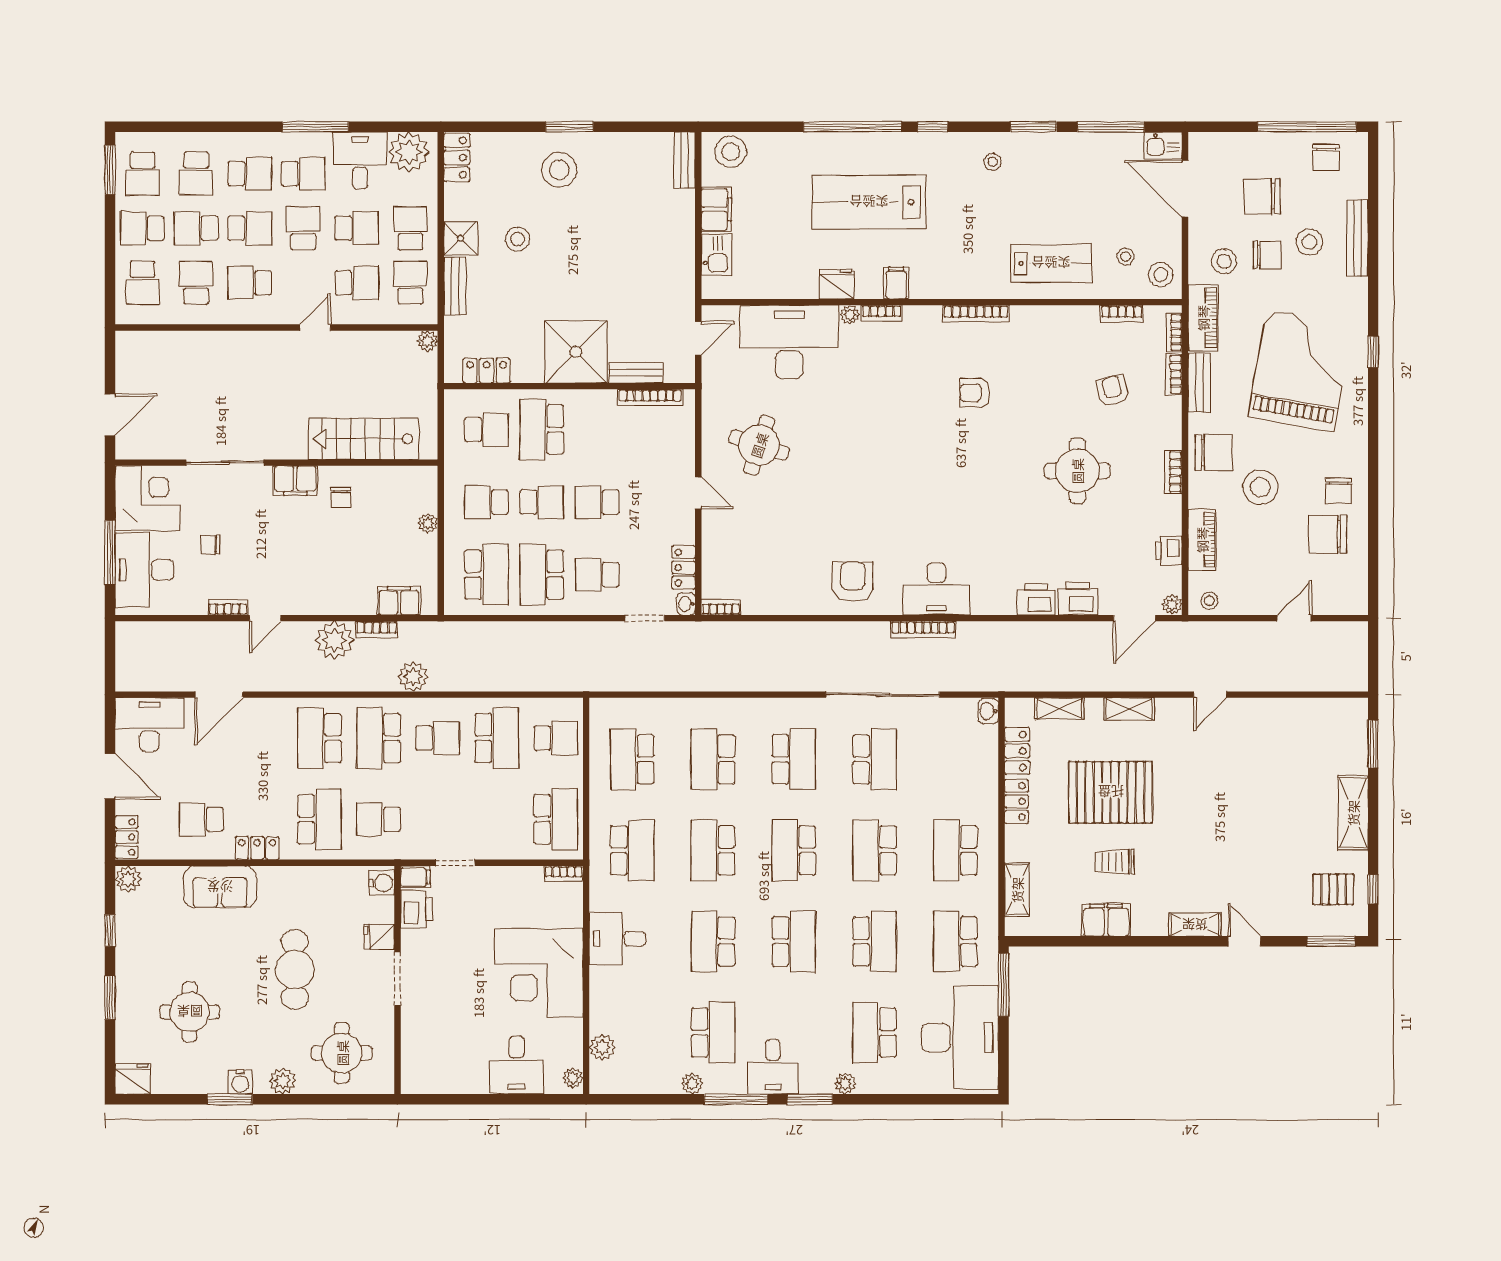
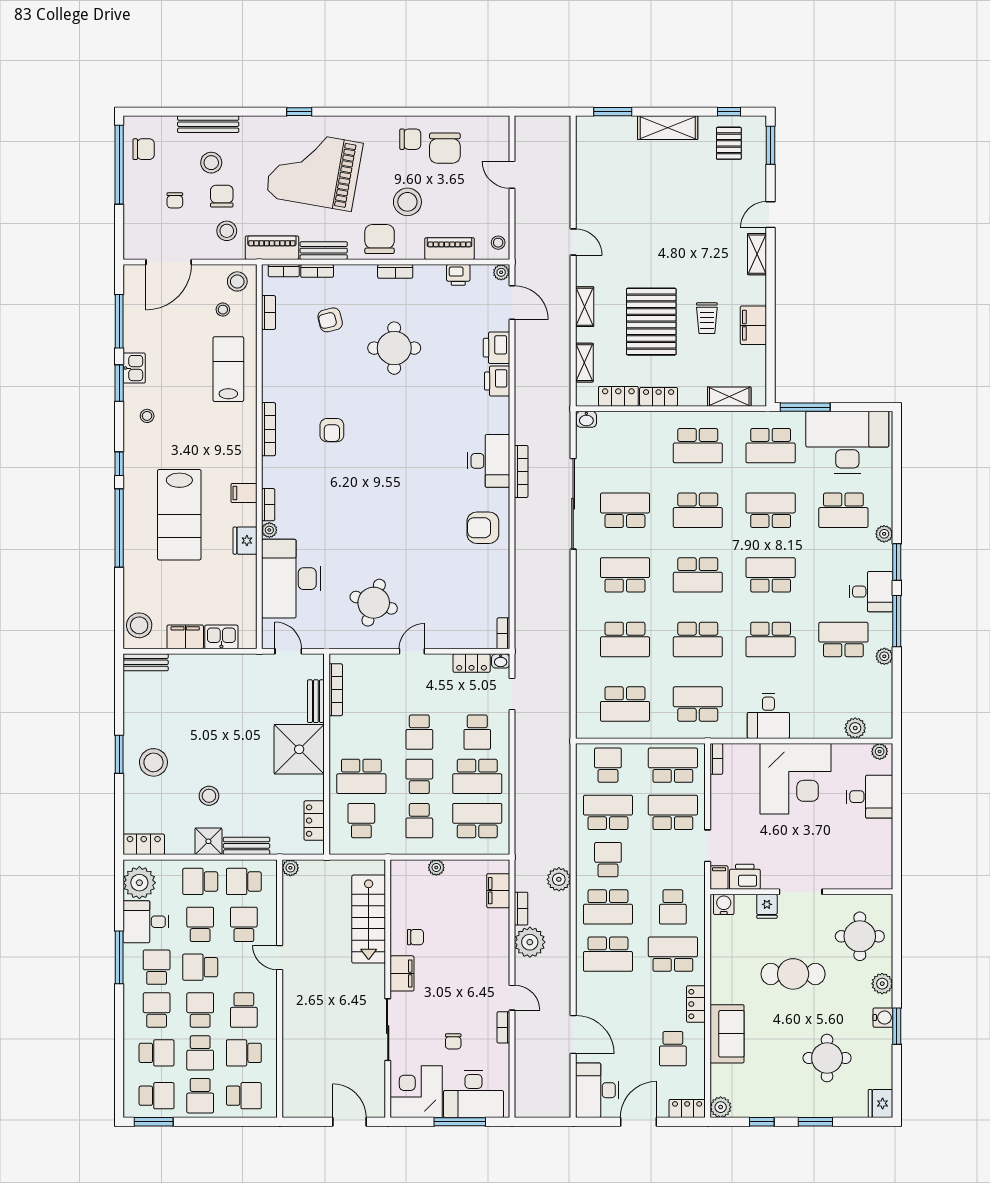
kitchen sink: (1163, 146) -> (134, 368), moved
chair: (1262, 196) -> (175, 200), width x0.54, depth x0.54
school desk: (497, 819) -> (673, 812), added

